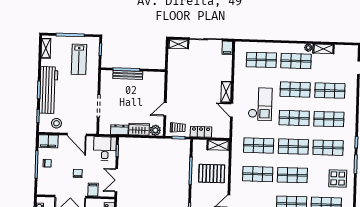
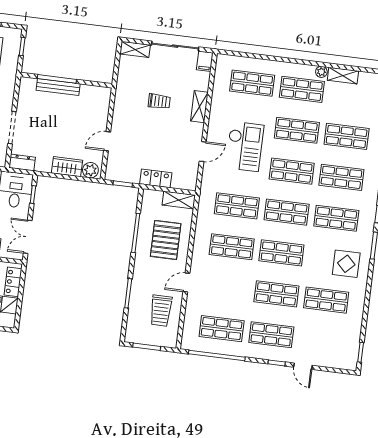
shelving: (226, 92) -> (199, 107), moved
door: (232, 110) -> (203, 152), swing flipped
trolley: (178, 128) -> (159, 101), moved
dresser: (119, 130) -> (22, 162), moved
pallet: (212, 174) -> (166, 240), turned 90

